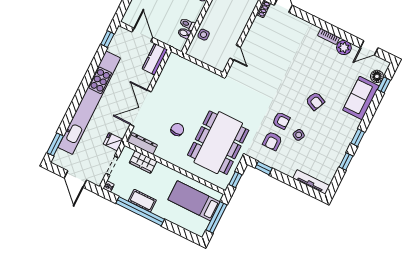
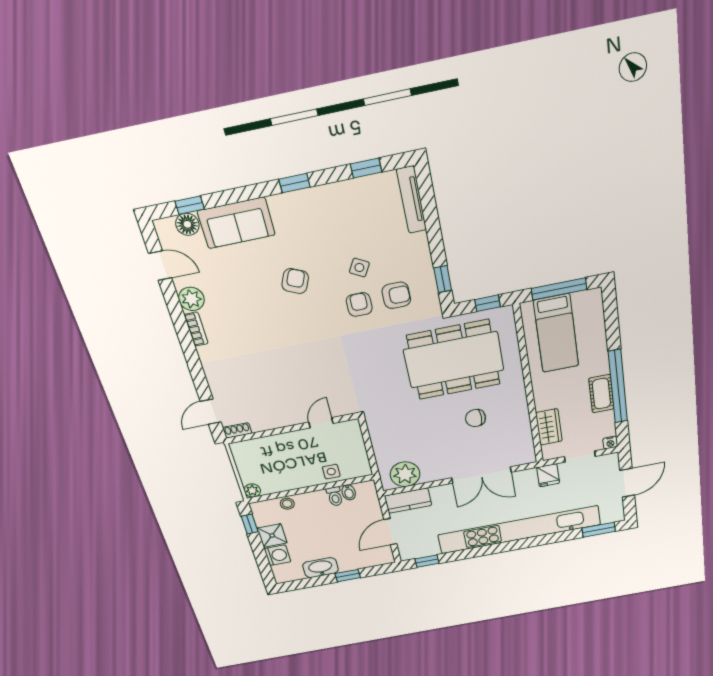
plant: (172, 70) -> (405, 474), added
dresser: (143, 144) -> (525, 443), removed
window: (346, 161) -> (366, 168), moved

